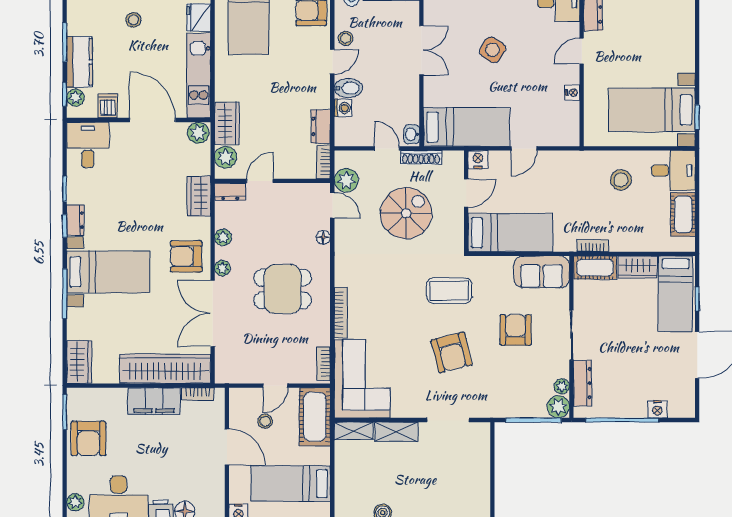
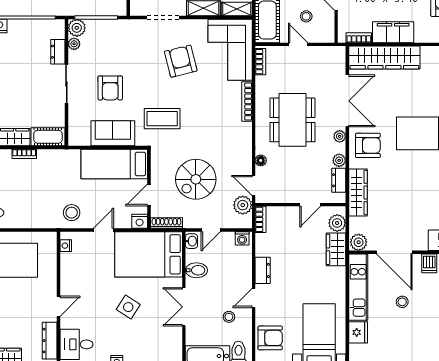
stool: (133, 20) -> (402, 302), moved
stool: (346, 38) -> (229, 317), moved
bidet: (348, 88) -> (196, 270), moved, turned 180
nightstand: (572, 92) -> (66, 246), moved
washing machine: (343, 108) -> (242, 238), moved, turned -90
dresser: (321, 126) -> (263, 270), moved
bed: (467, 127) -> (149, 254), width x1.50
door: (387, 148) -> (211, 230), hinge flipped
shoe rack: (421, 157) -> (166, 223), moved
stool: (621, 180) -> (72, 213), moved
dresser: (230, 192) -> (339, 180), moved, turned -90
wardrobe: (199, 196) -> (358, 193), width x1.50
bookcase: (593, 246) -> (24, 154), moved
sofa: (542, 272) -> (113, 133), moved
dining table: (283, 289) -> (292, 120), width x1.37
armchair: (452, 352) -> (181, 61), moved
dresser: (582, 383) -> (58, 52), width x0.70
door: (275, 386) -> (298, 44), hinge flipped

